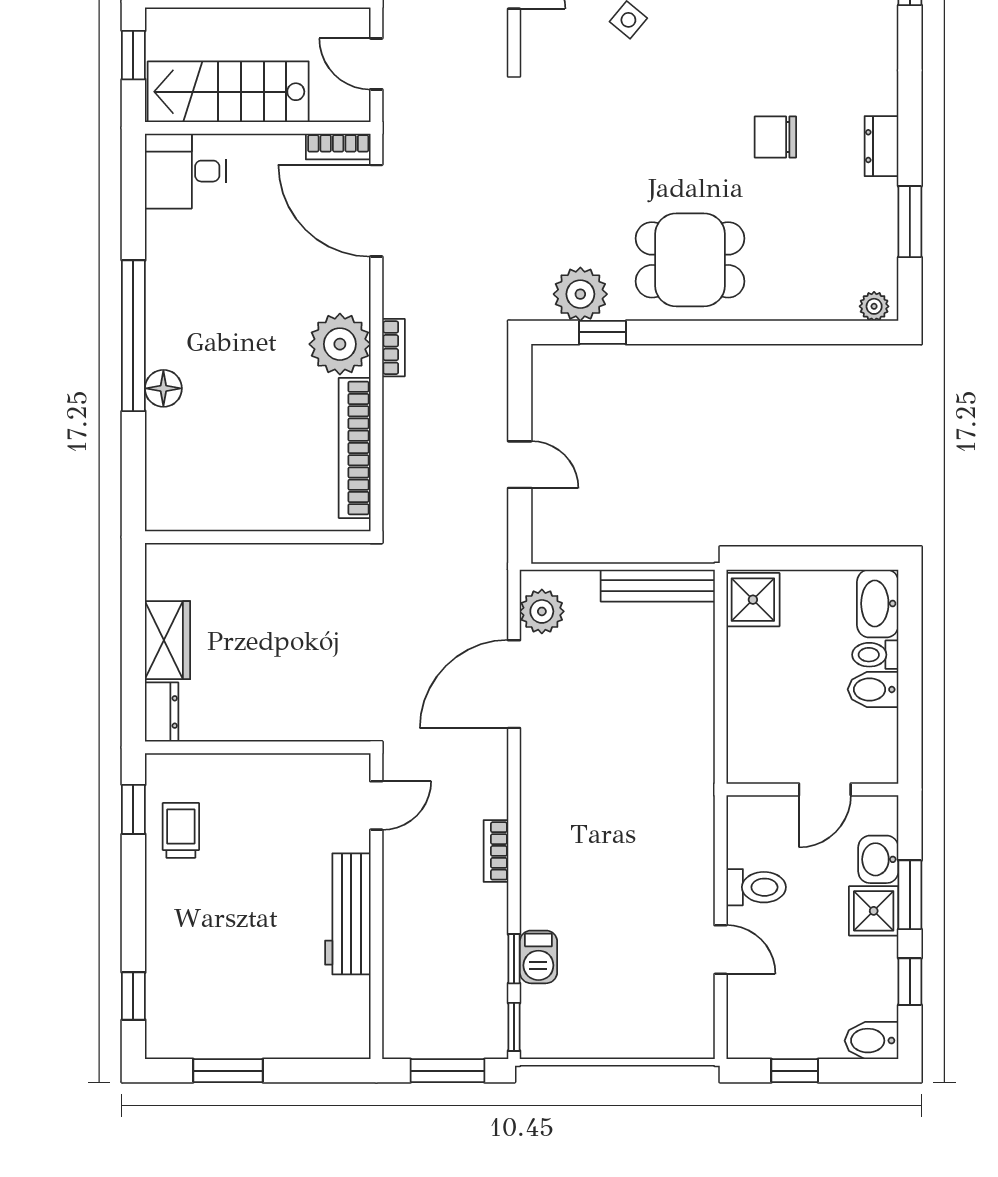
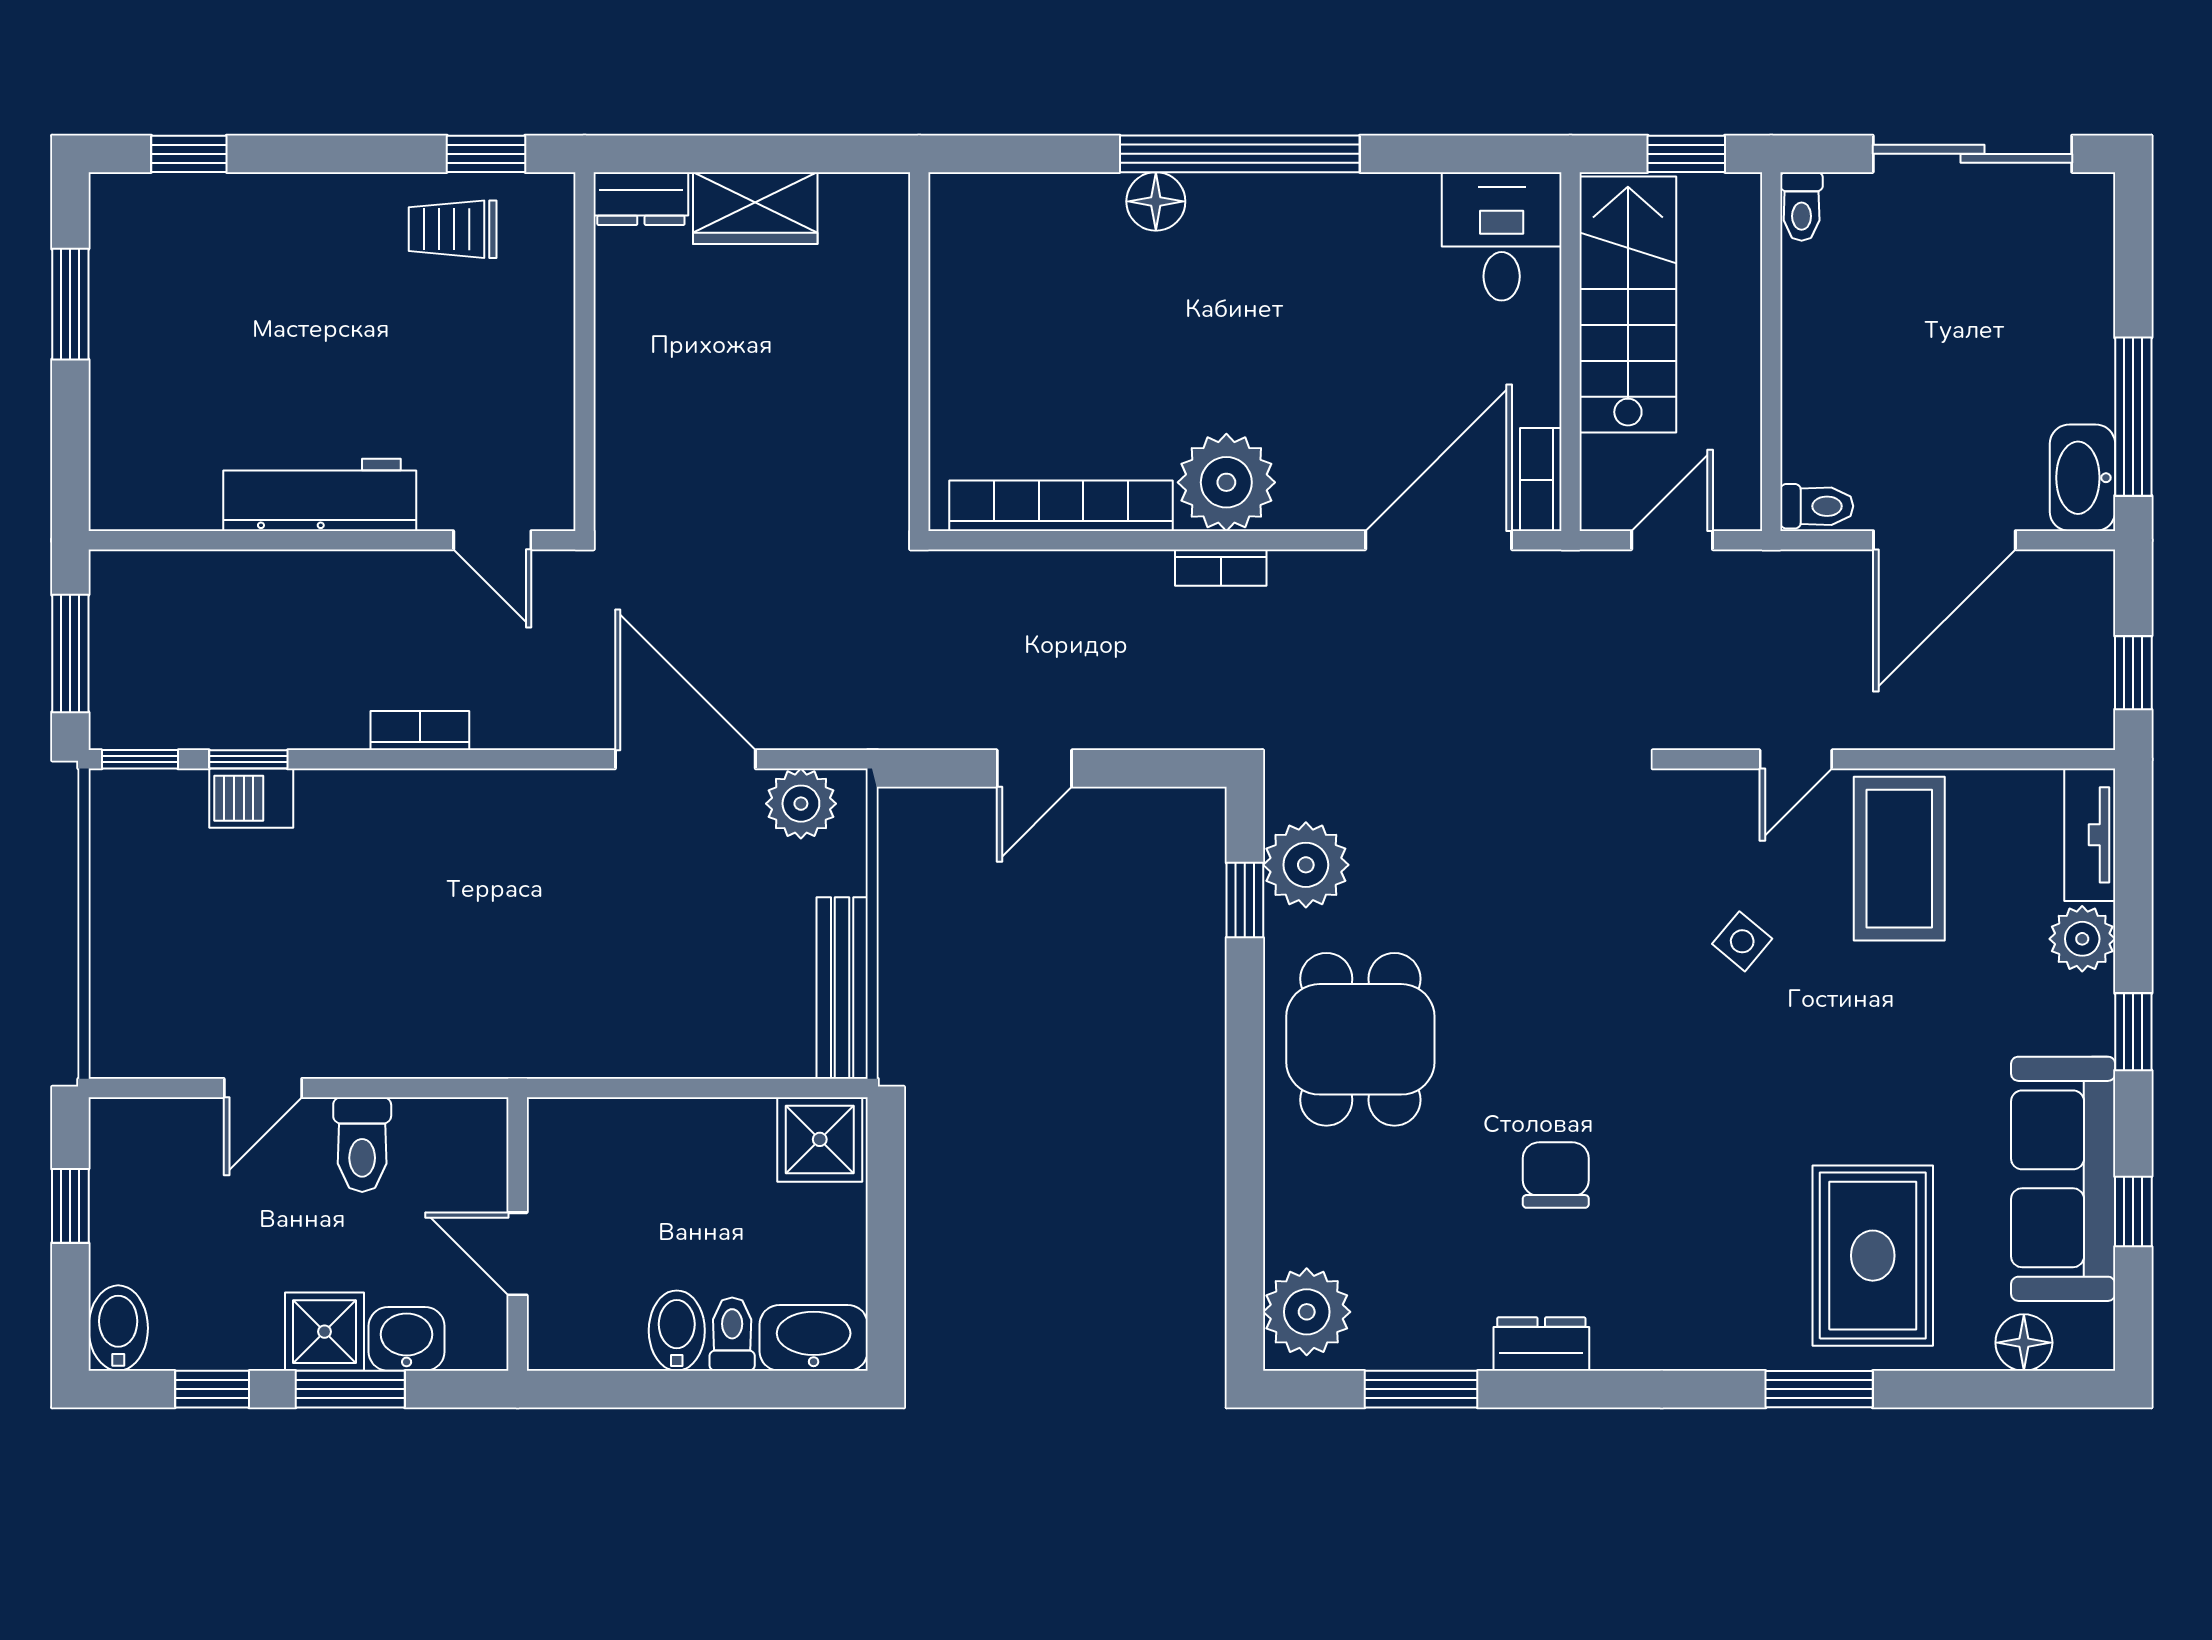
plant: (874, 306) -> (1307, 1312), width x1.87, depth x1.87
trolley: (181, 830) -> (453, 229), turned 180

